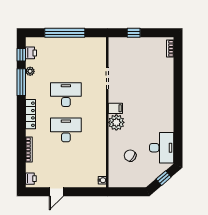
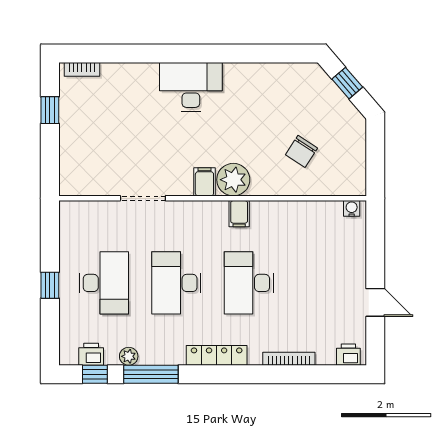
window: (65, 33) -> (50, 285), width x0.32
window: (134, 33) -> (50, 110), moved
desk: (66, 59) -> (104, 283), added
filing cabinet: (100, 125) -> (239, 214), added
desk: (162, 148) -> (191, 87), moved

